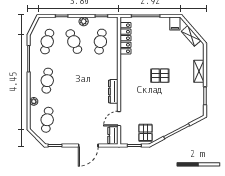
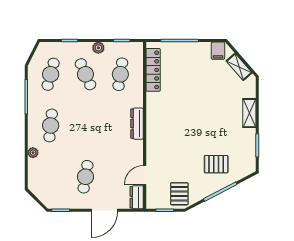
pallet: (160, 76) -> (216, 164), moved
dresser: (113, 91) -> (137, 124), moved
cafe table: (47, 120) -> (85, 177), moved

